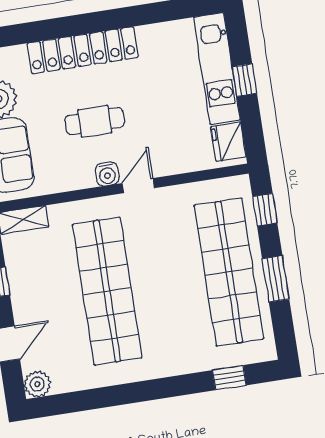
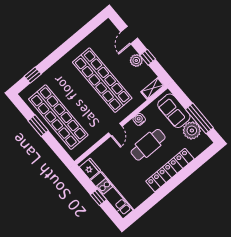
cafe table: (95, 121) -> (148, 145), width x1.37, depth x1.35
water cooler: (107, 174) -> (139, 119), moved
window: (265, 210) -> (59, 151), removed
plant: (37, 384) -> (136, 60), moved

